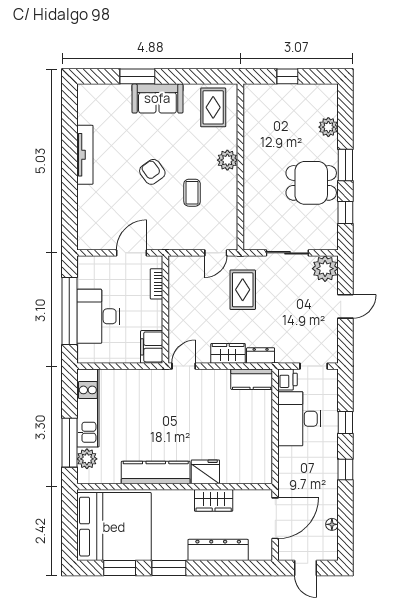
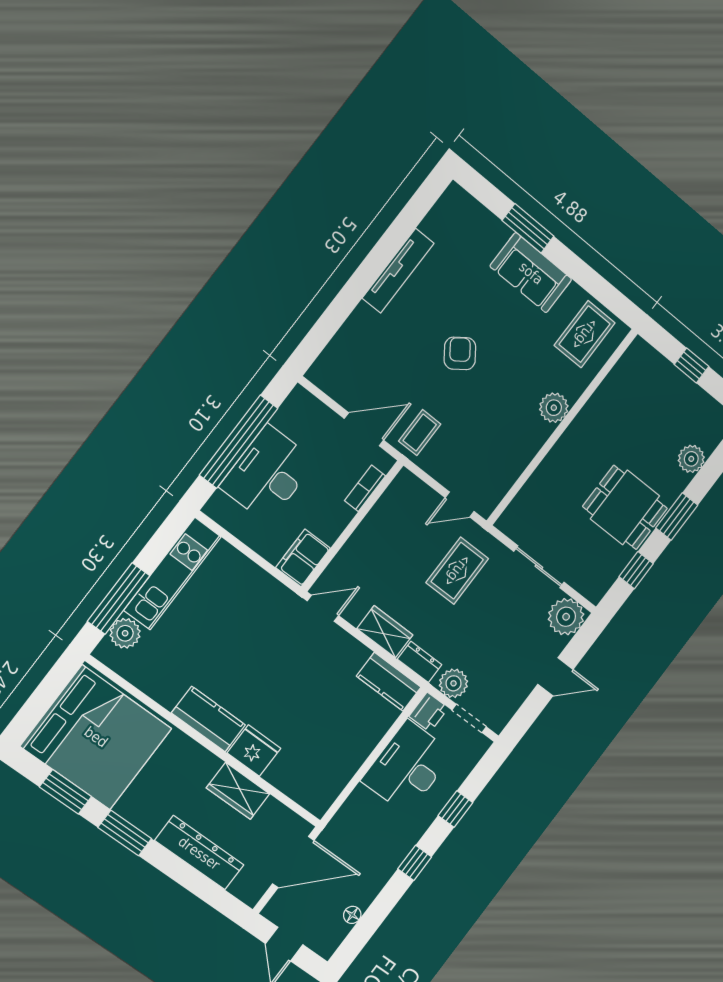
coffee table: (192, 193) -> (420, 433), moved
plant: (289, 353) -> (454, 683), added
kitchen counter: (156, 473) -> (208, 719), width x0.67

